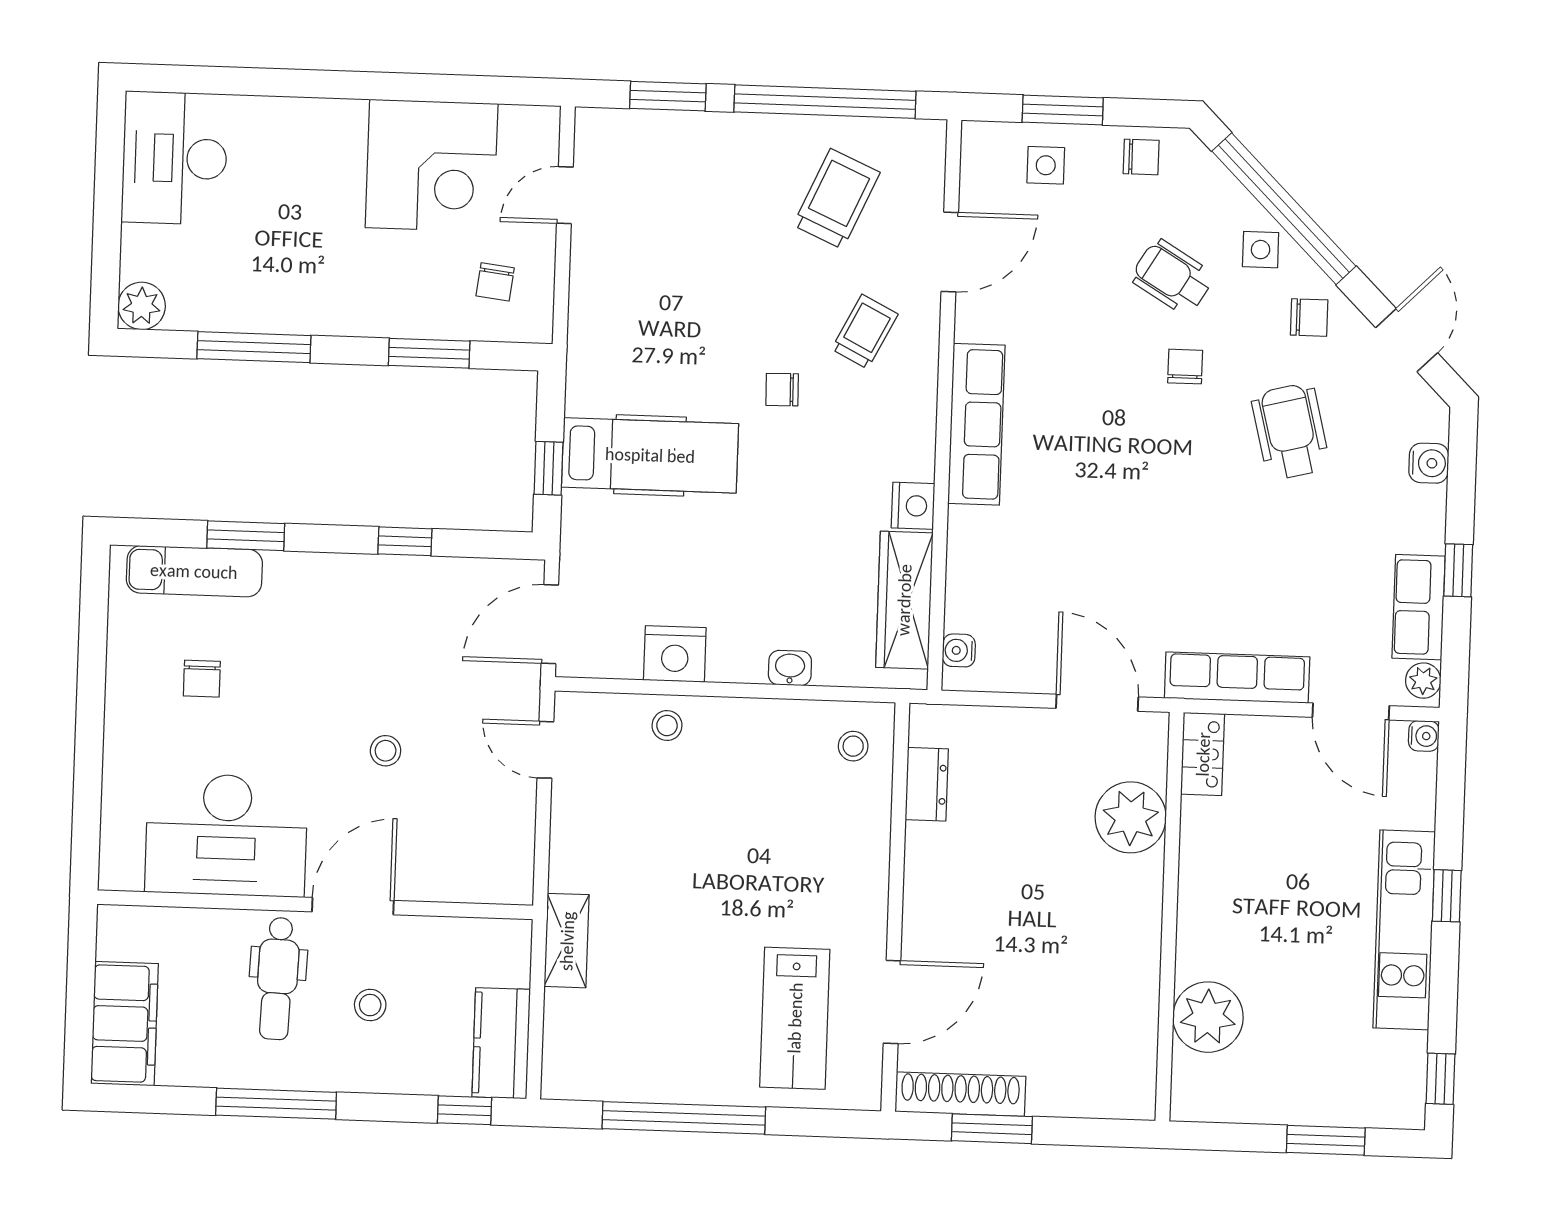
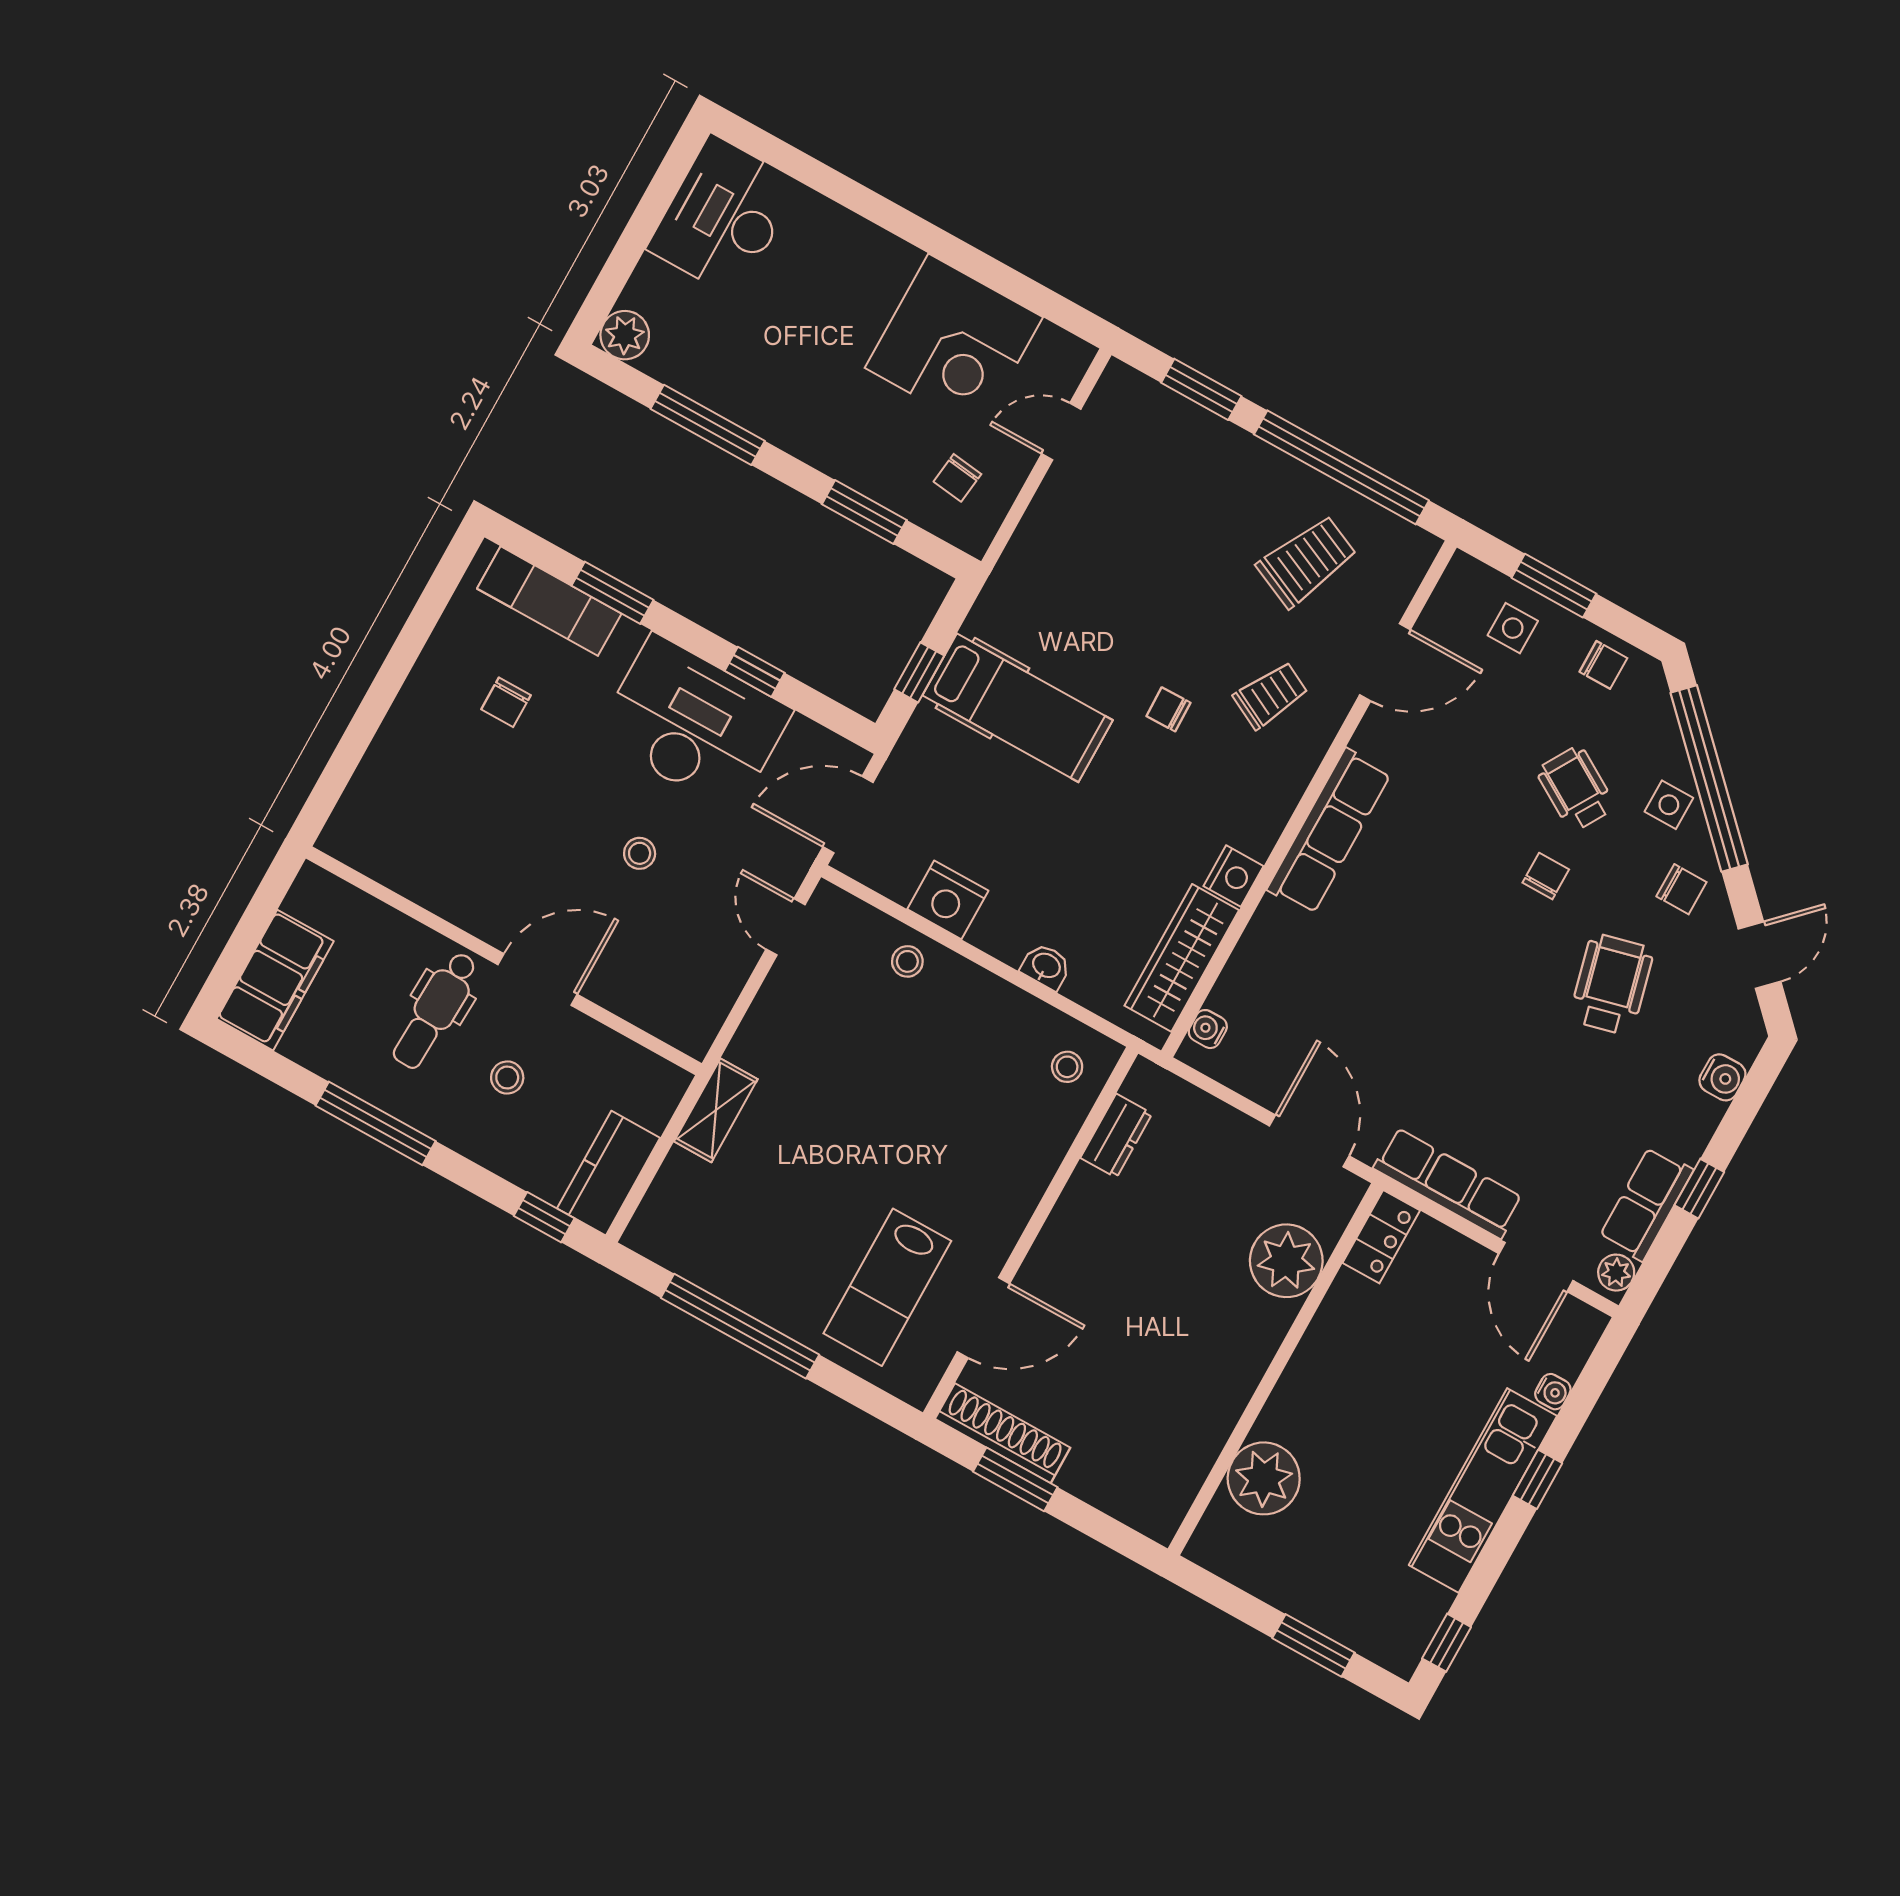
water cooler: (1424, 736) -> (1553, 1392), moved
desk: (226, 835) -> (694, 724), moved, turned 180

